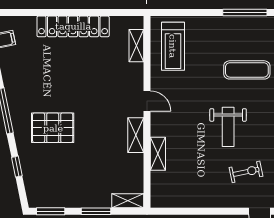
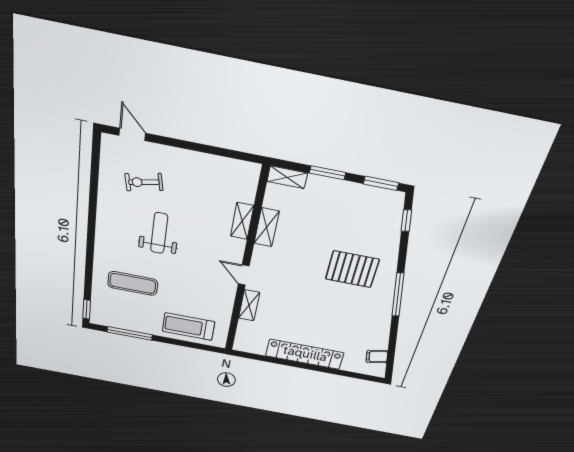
shelving: (136, 46) -> (249, 305), moved
treadmill: (173, 46) -> (188, 327), moved, turned -90
shelving: (136, 135) -> (267, 227), moved
window: (17, 167) -> (406, 221), moved

